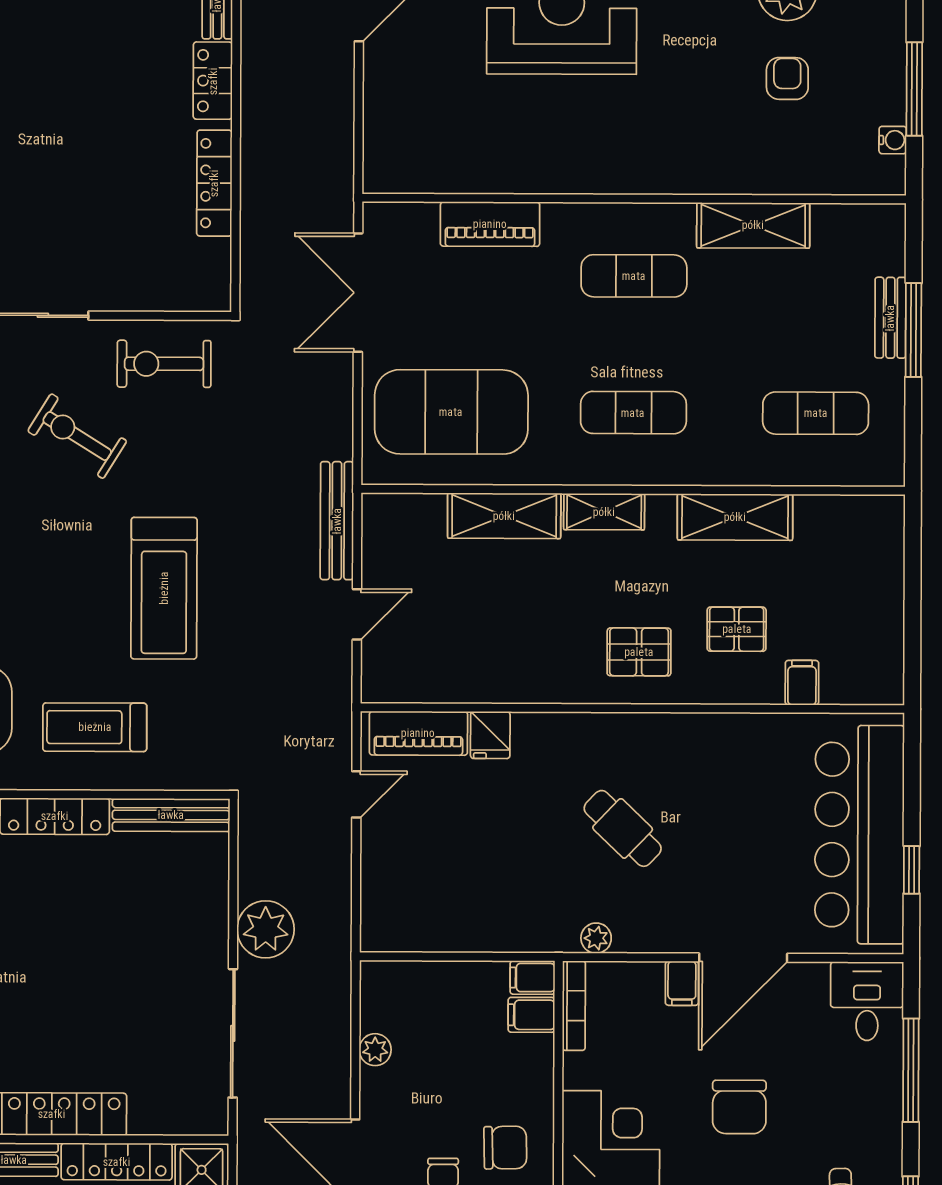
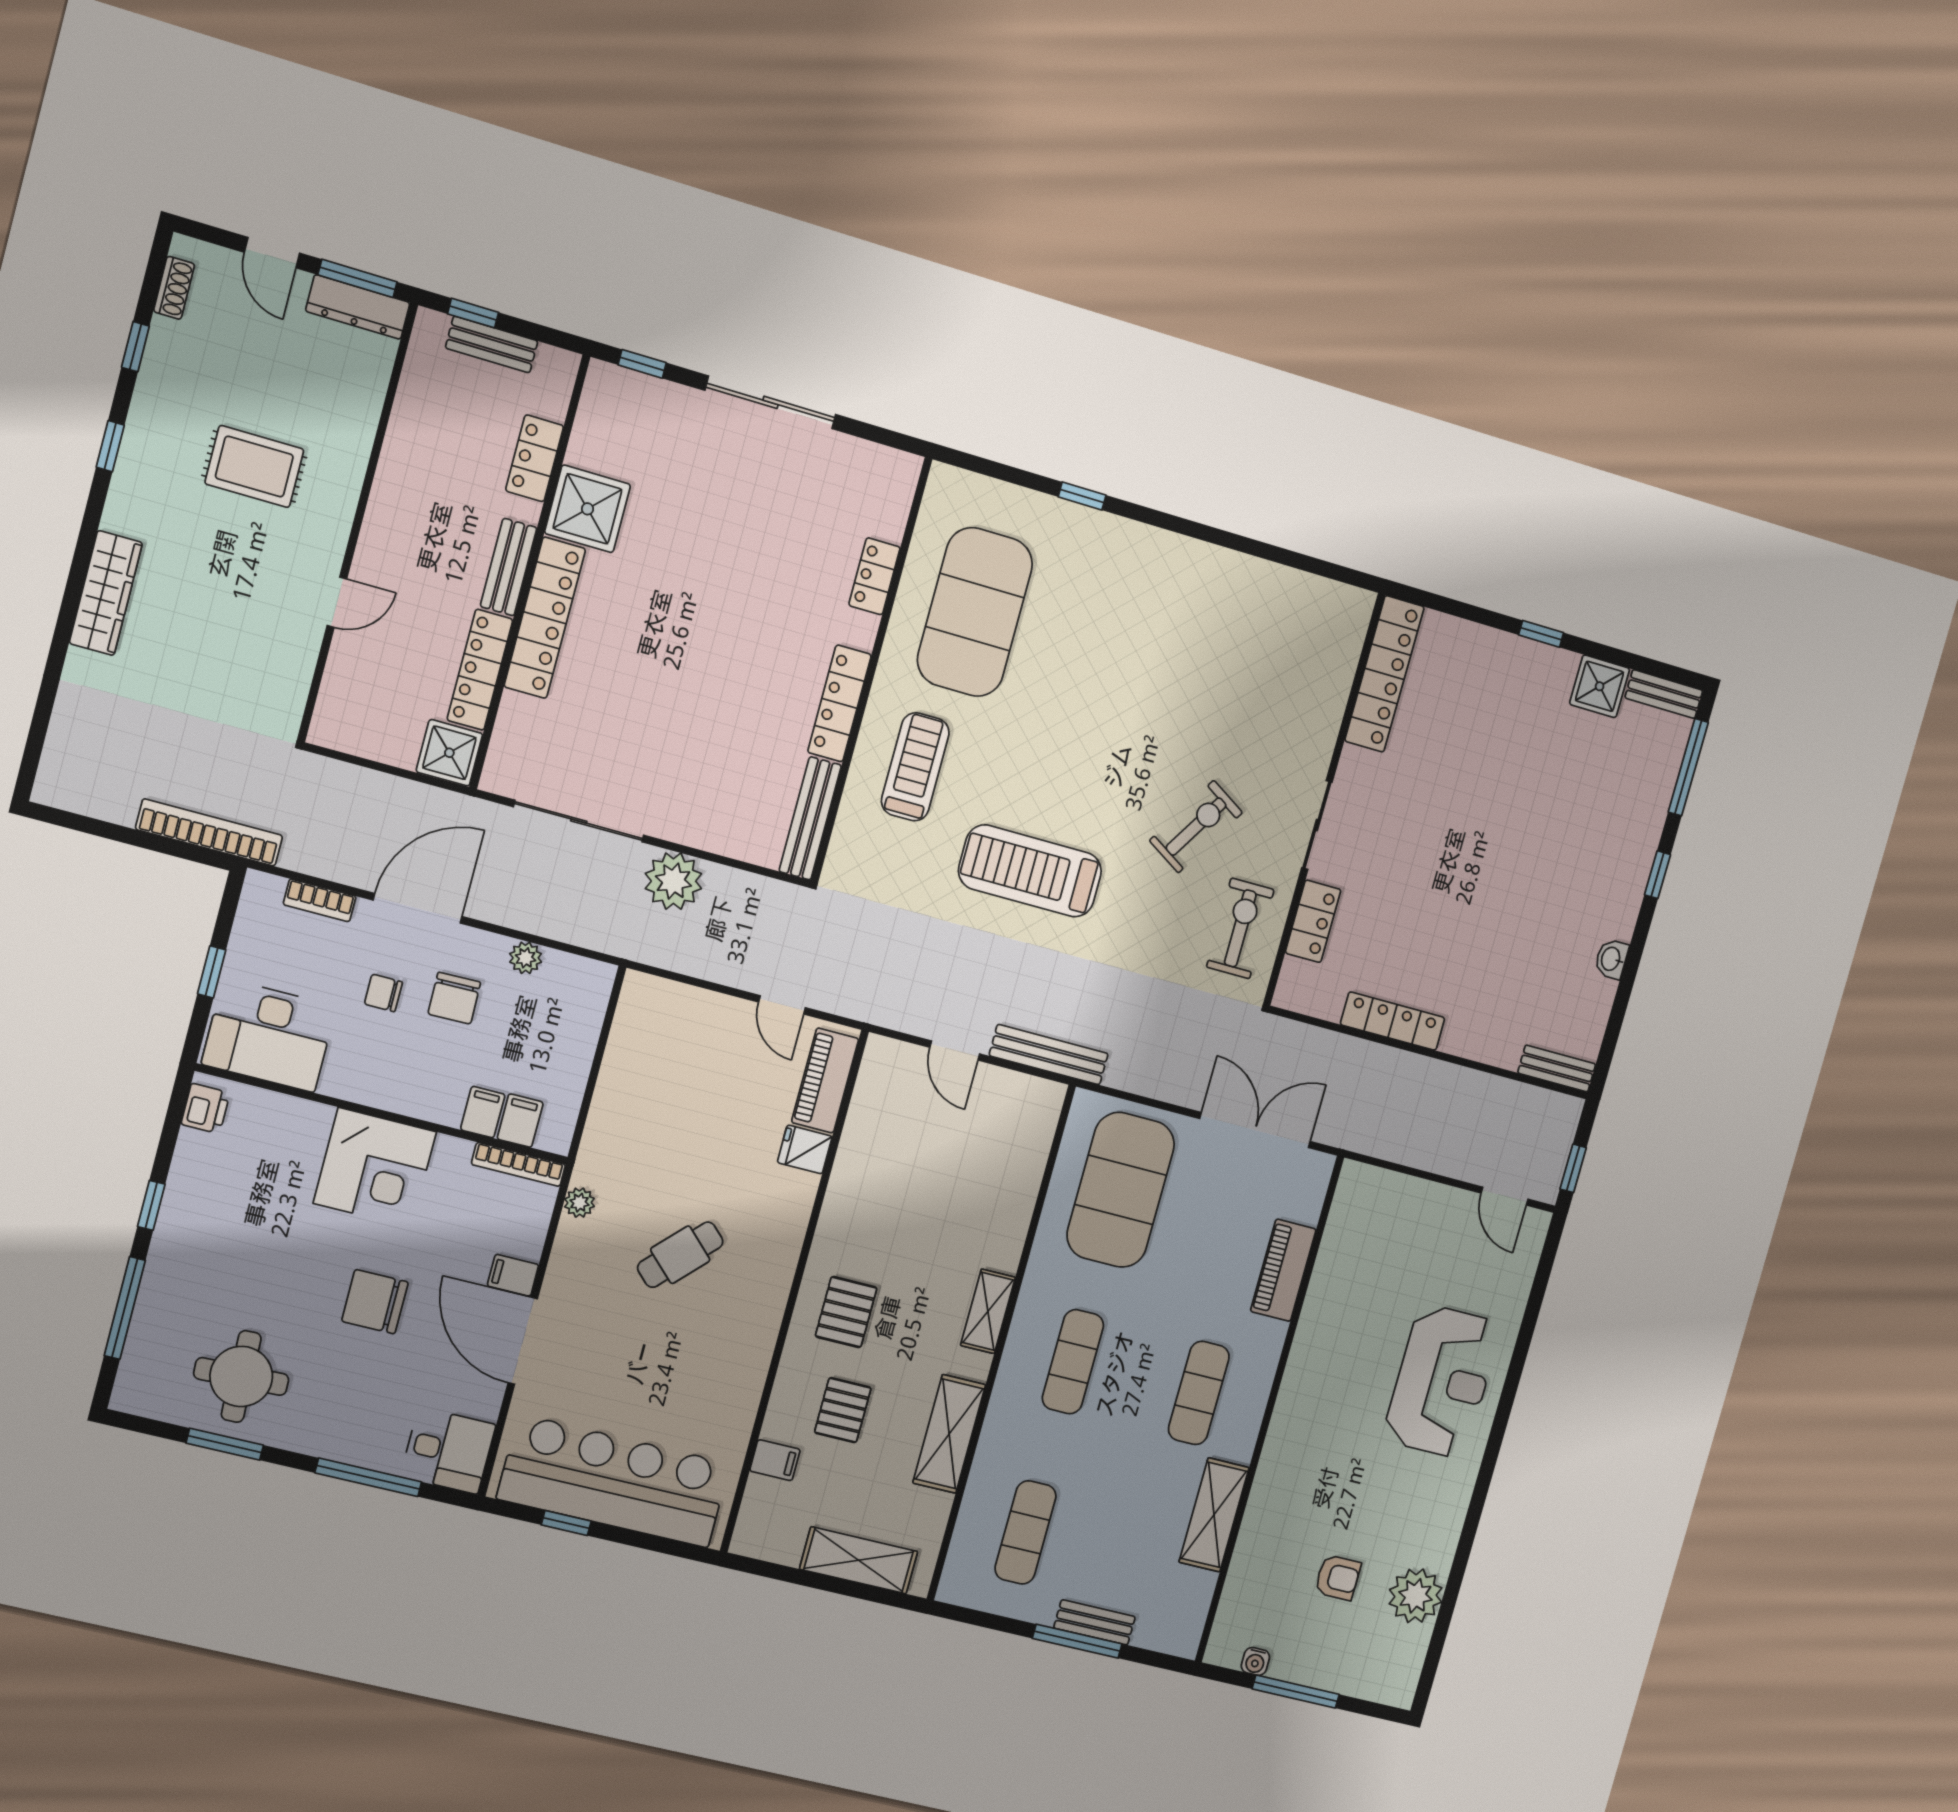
locker: (213, 81) -> (1313, 921), moved, turned 90
shelving: (504, 516) -> (859, 1560), moved, turned 90
filing cabinet: (532, 978) -> (483, 1112), moved
chair: (505, 1148) -> (454, 998), moved

